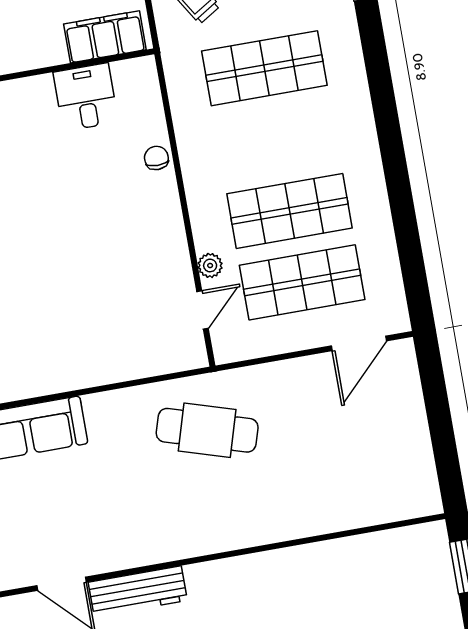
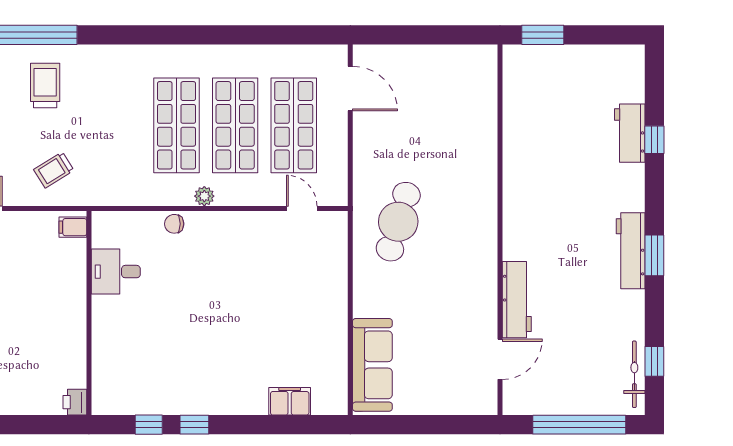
filing cabinet: (105, 37) -> (73, 227), width x0.33, depth x0.86
shop shelf: (264, 68) -> (176, 125), moved
plant: (210, 265) -> (204, 196), moved

